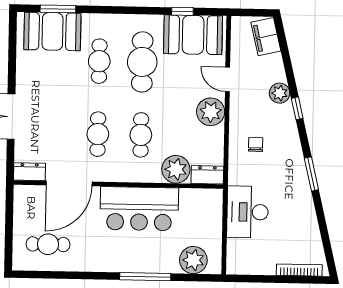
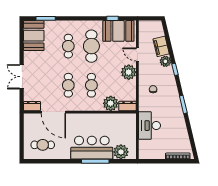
booth: (52, 31) -> (34, 36), moved, turned 90
filing cabinet: (266, 37) -> (161, 46), moved
door: (69, 183) -> (53, 112), hinge flipped
bar counter: (139, 209) -> (92, 148), moved, turned 180

